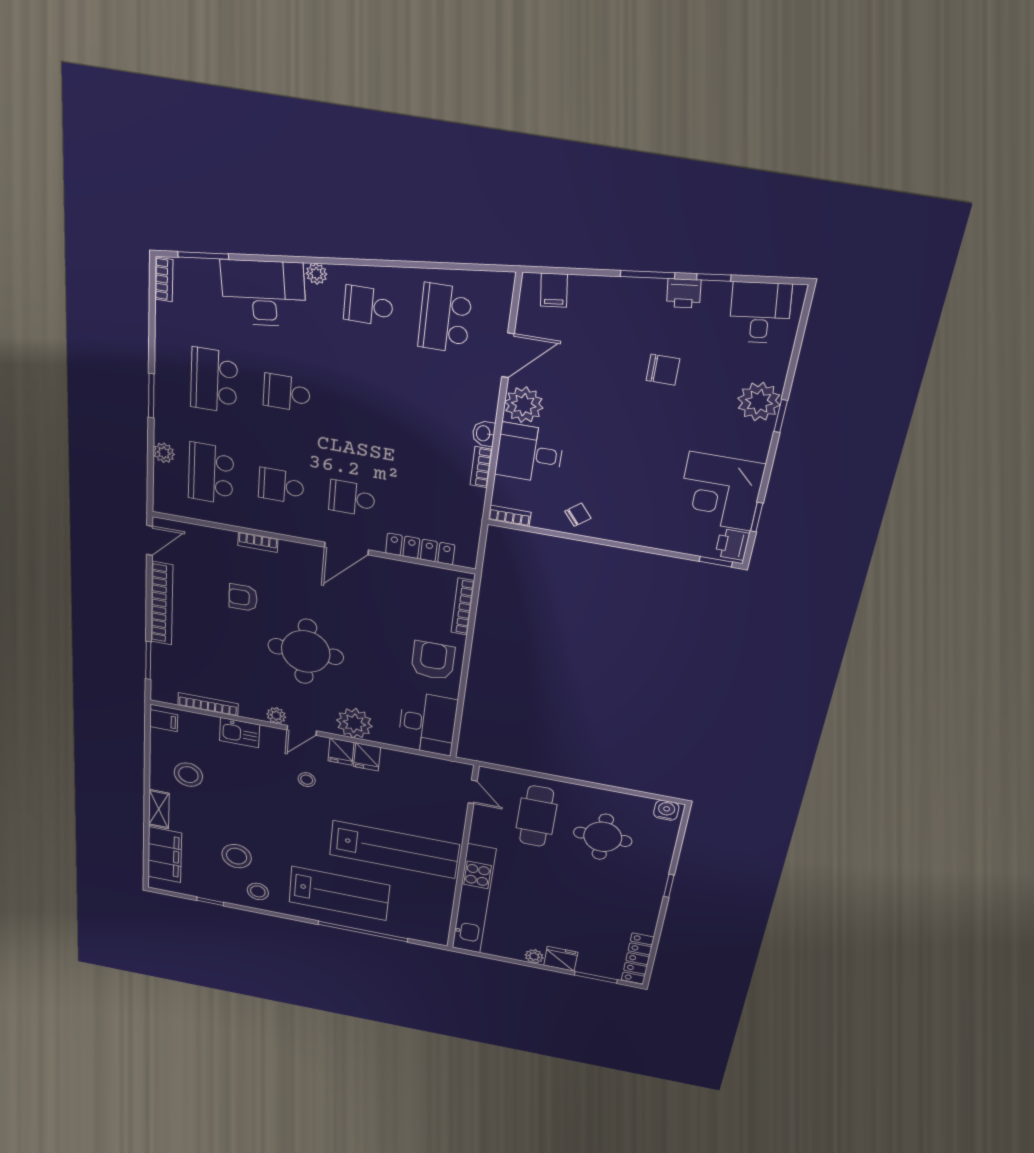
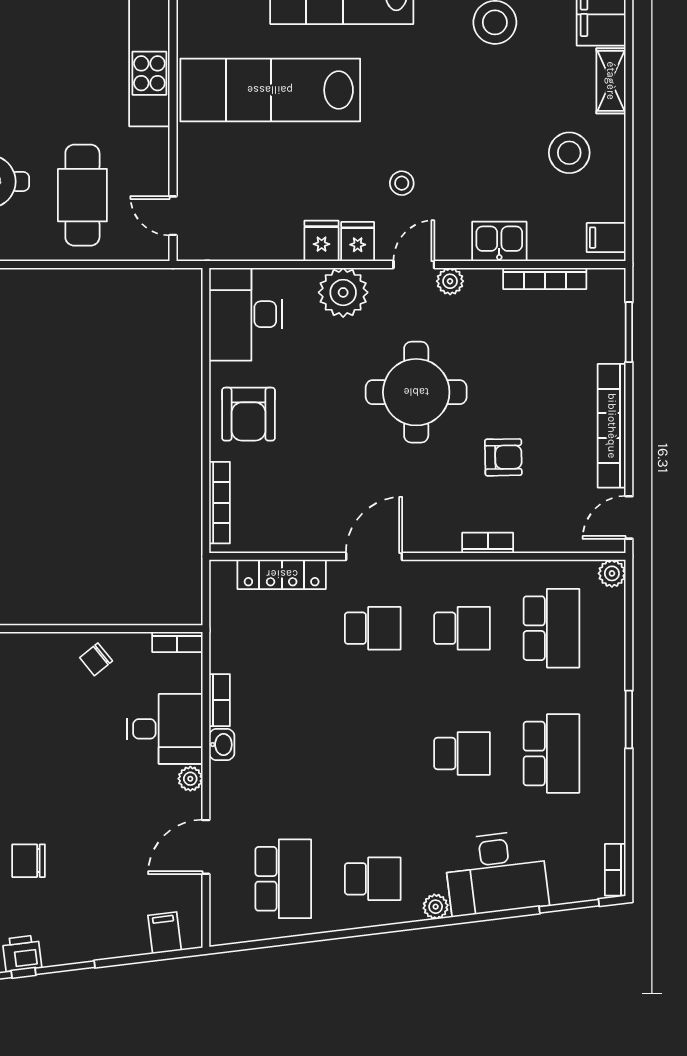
plant: (524, 405) -> (190, 779), width x0.53, depth x0.53
plant: (164, 453) -> (612, 573), moved

